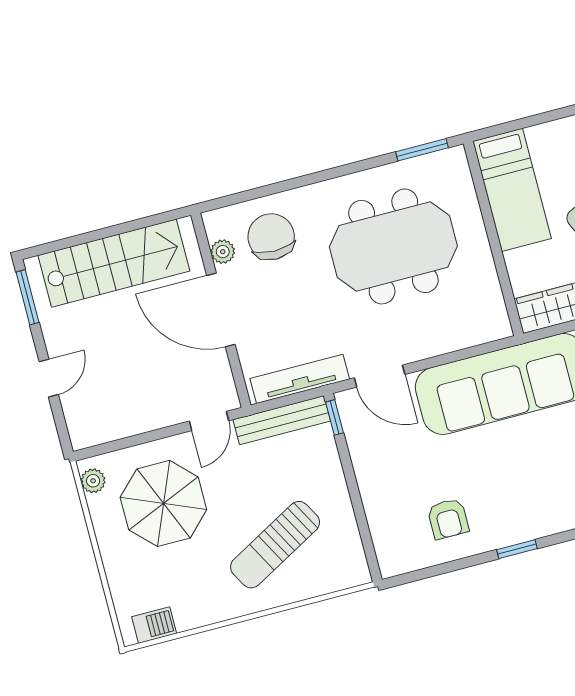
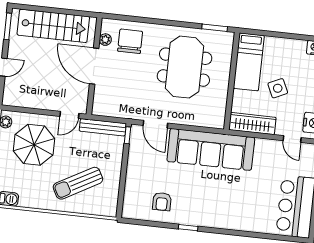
meeting table: (393, 246) -> (184, 67), turned 90
tv unit: (300, 379) -> (118, 111), removed

